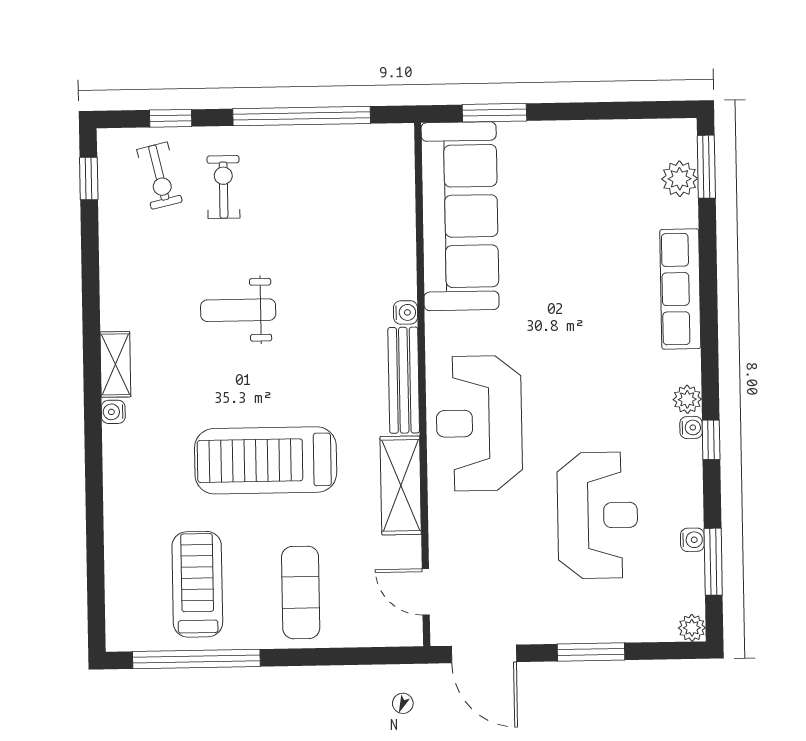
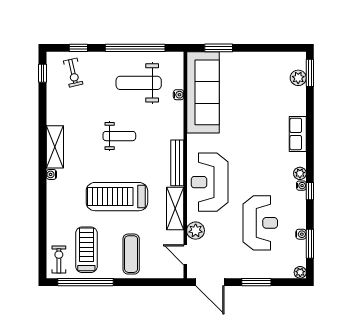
exercise bike: (223, 187) -> (59, 259), moved
weight bench: (311, 197) -> (139, 83), added
row of seats: (680, 289) -> (298, 134), width x0.68
weight bench: (238, 310) -> (119, 136), moved, turned 180
water cooler: (406, 312) -> (179, 95), moved
shelving: (115, 364) -> (55, 147), width x1.50, depth x1.33
plant: (449, 536) -> (196, 231), added

